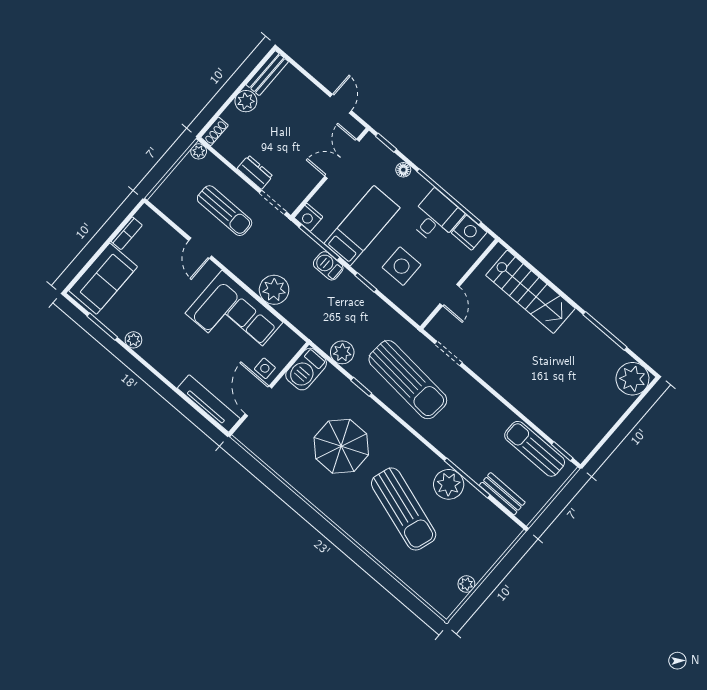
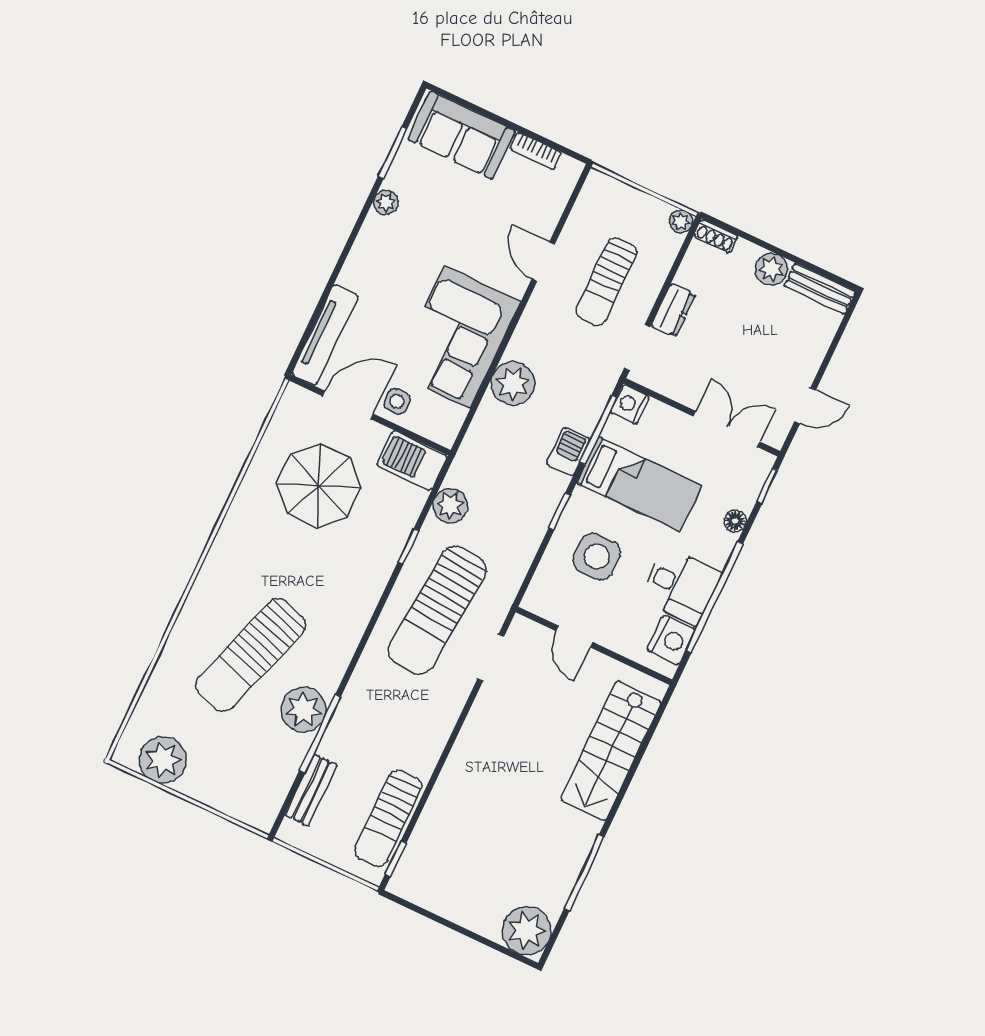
door: (200, 248) -> (543, 262), hinge flipped
door: (450, 295) -> (574, 637), hinge flipped
parasol: (341, 446) -> (319, 486), moved
sun lounger: (535, 449) -> (388, 818), turned 180
plant: (466, 584) -> (163, 760), width x1.88, depth x1.88

